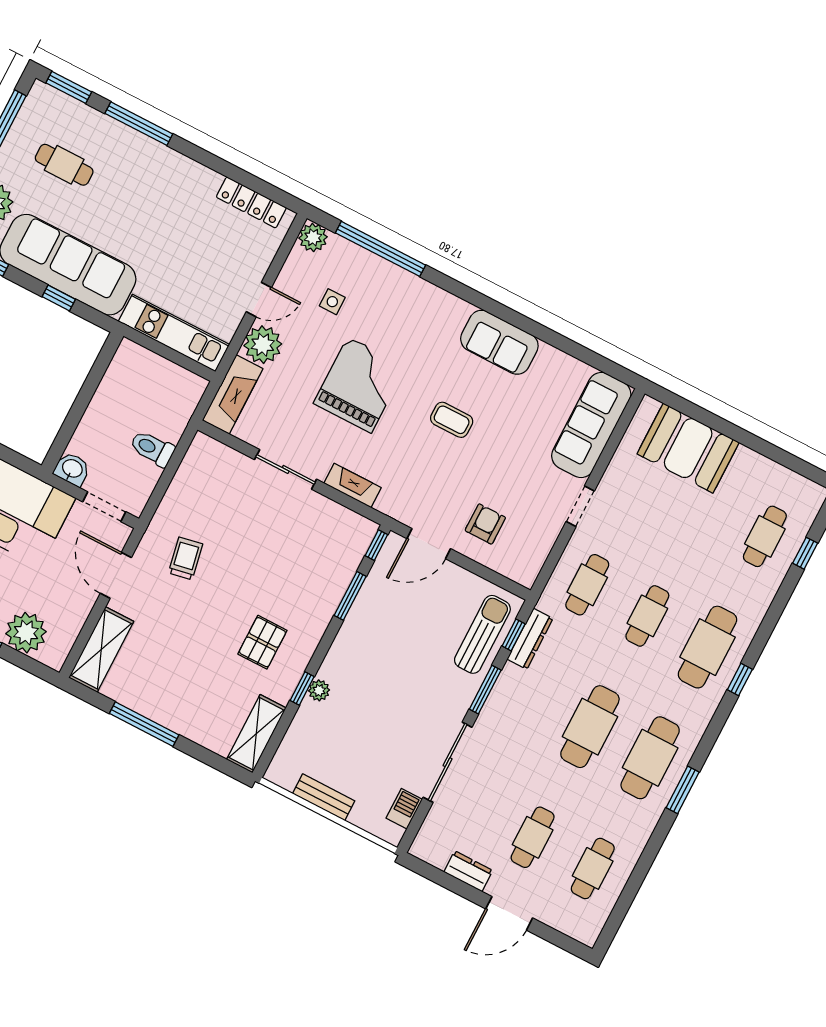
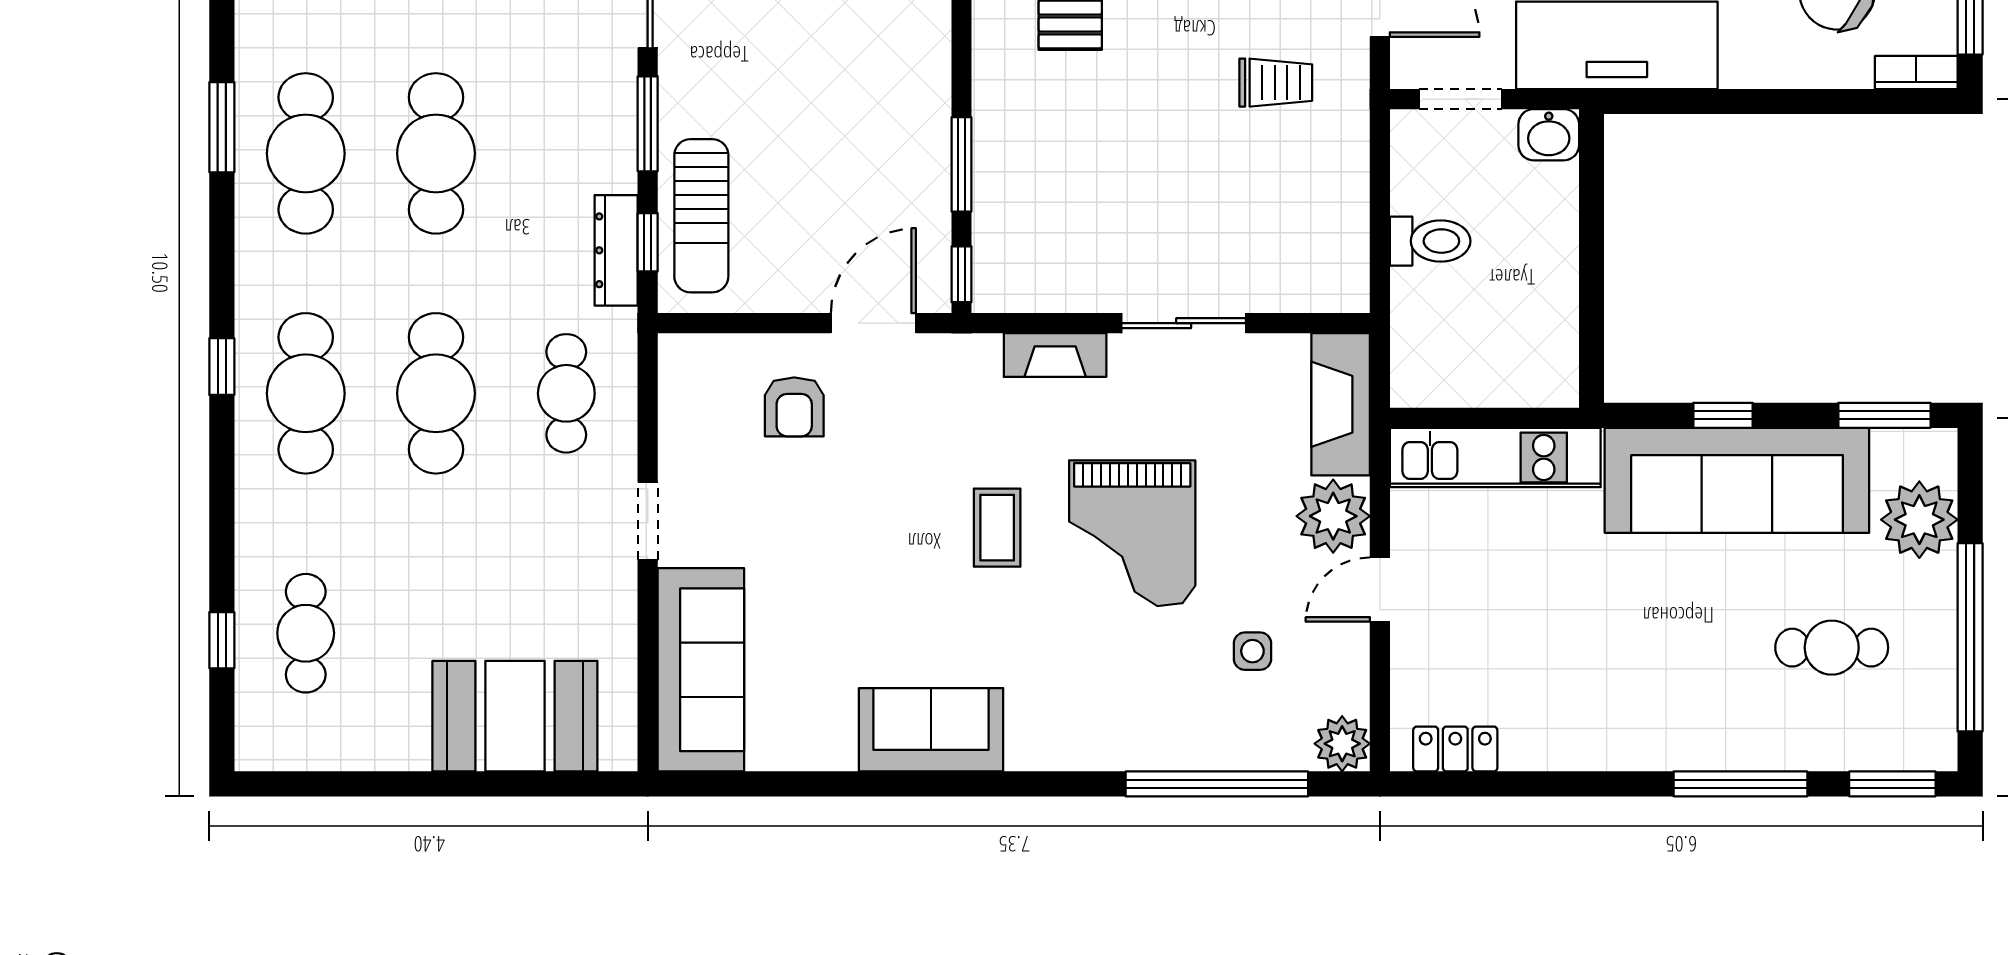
locker: (251, 202) -> (1455, 749), width x0.66
coffee table: (452, 420) -> (997, 528), moved, turned 90
trolley: (186, 558) -> (1276, 83), turned -79
cafe table: (647, 616) -> (436, 393), width x1.37, depth x1.35

